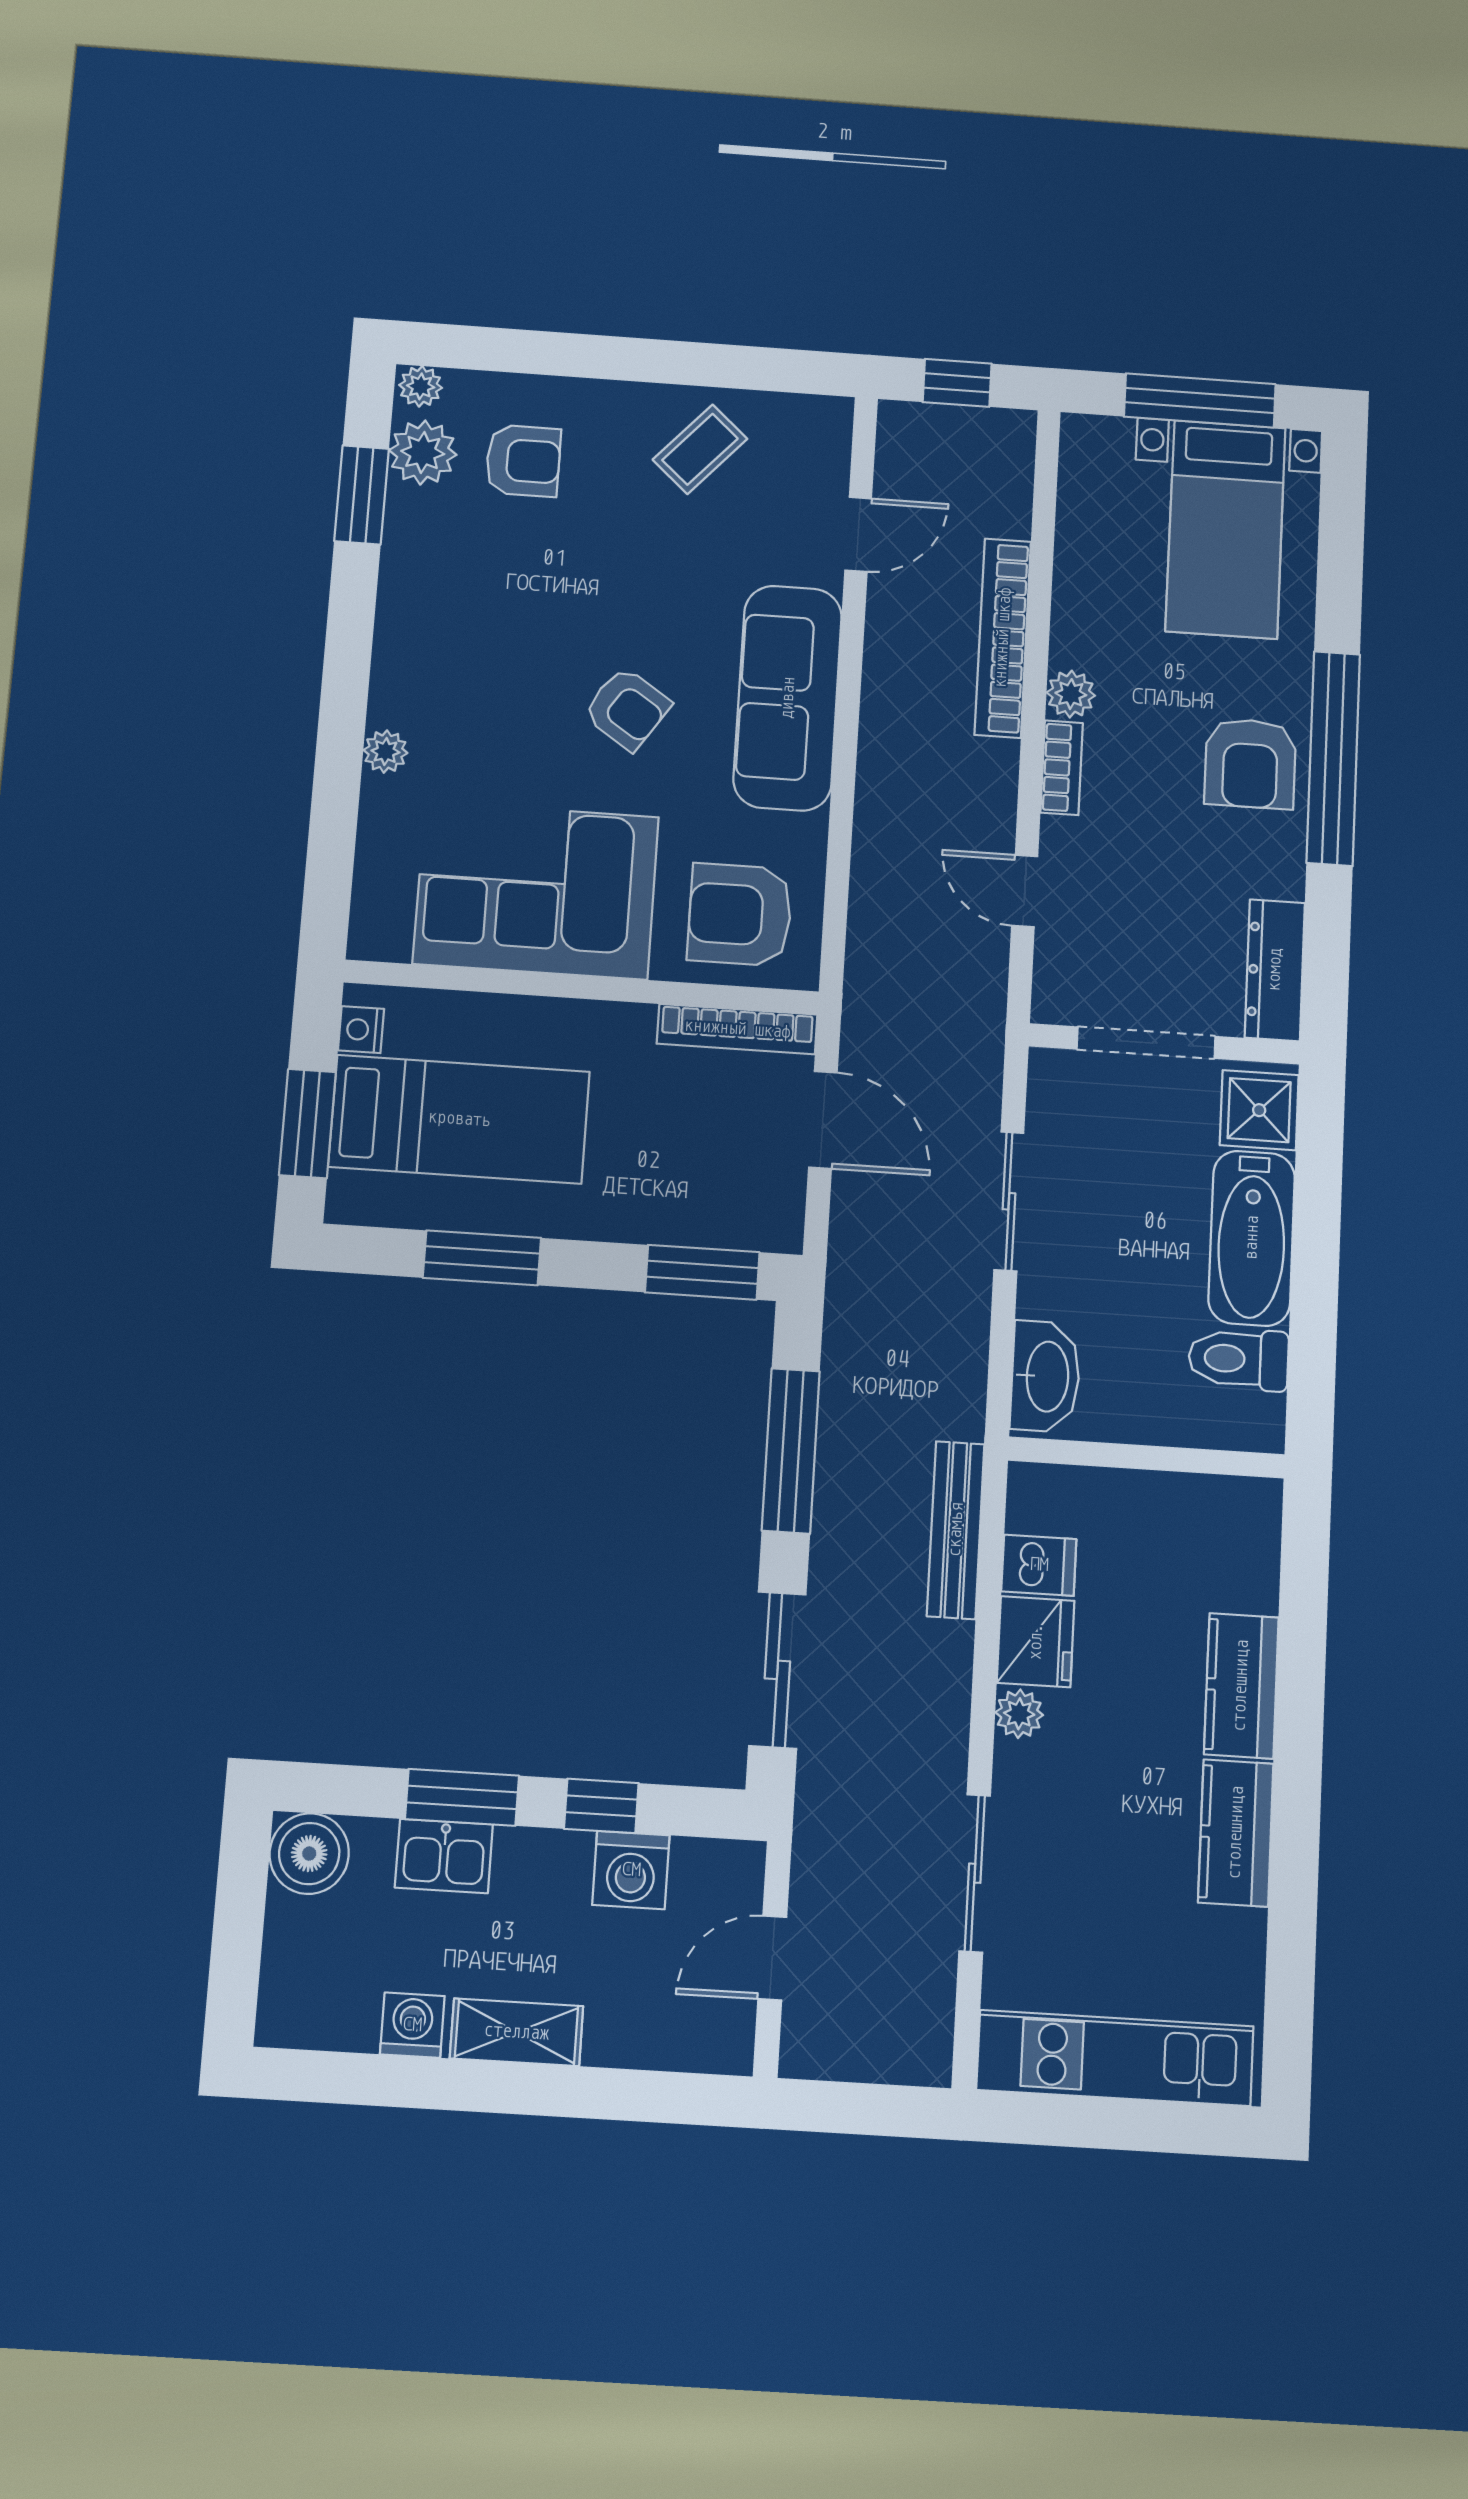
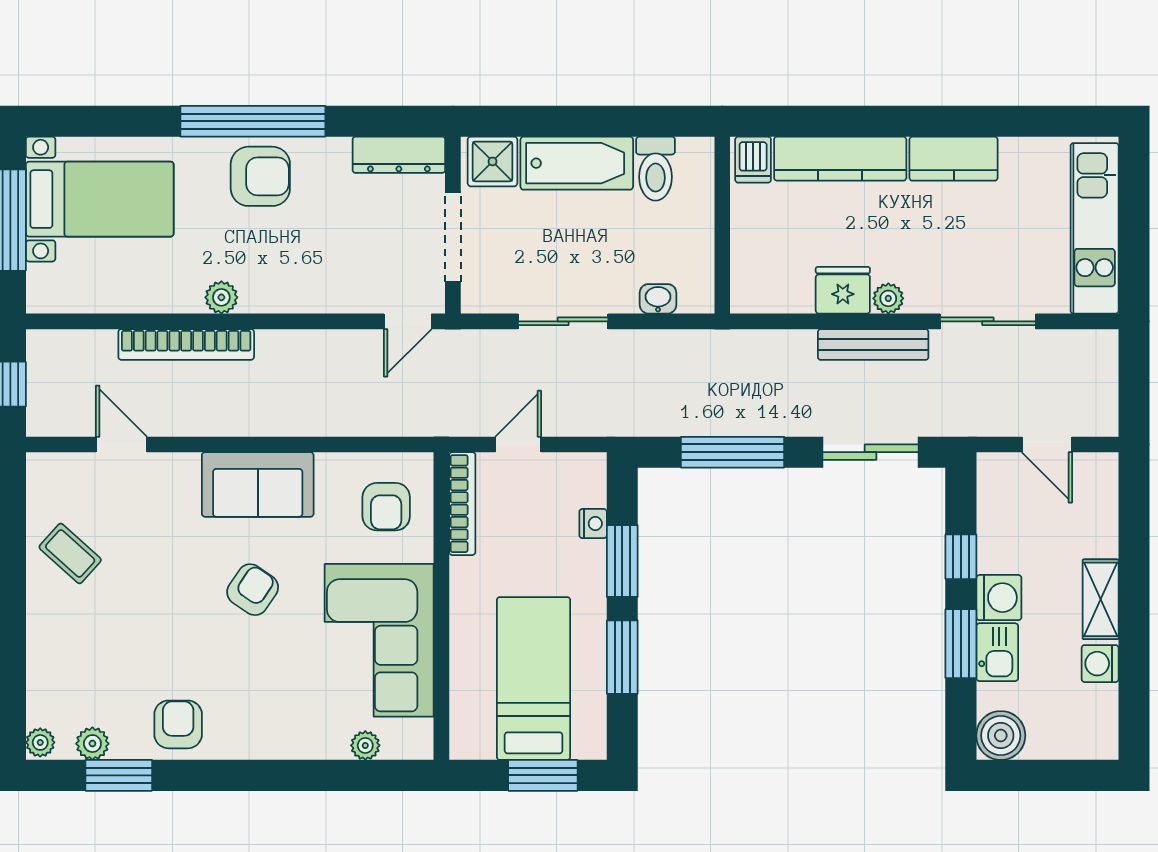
plant: (423, 452) -> (92, 744), width x0.73, depth x0.73
armchair: (523, 461) -> (178, 724), moved
sofa: (788, 698) -> (258, 484), width x0.73
plant: (385, 751) -> (365, 745), moved
bookcase: (1062, 768) -> (272, 301), removed
door: (1025, 891) -> (408, 321), moved
armchair: (740, 915) -> (386, 507), width x0.72, depth x0.72
nightstand: (361, 1030) -> (593, 524), moved, turned -90
door: (823, 1120) -> (518, 444), width x0.73
window: (702, 1272) -> (622, 561), moved
washbasin: (1045, 1376) -> (658, 299), width x0.52, depth x0.69
bench: (956, 1530) -> (873, 345), moved
dishwasher: (1039, 1565) -> (753, 160), moved, turned 180
kitchen counter: (1241, 1686) -> (840, 159), width x1.50
washing machine: (631, 1870) -> (999, 598), moved

